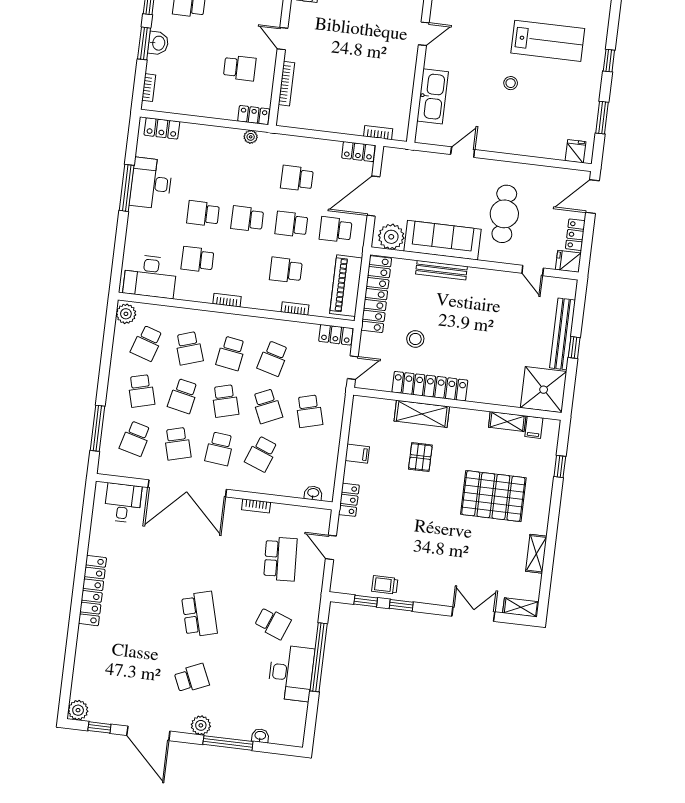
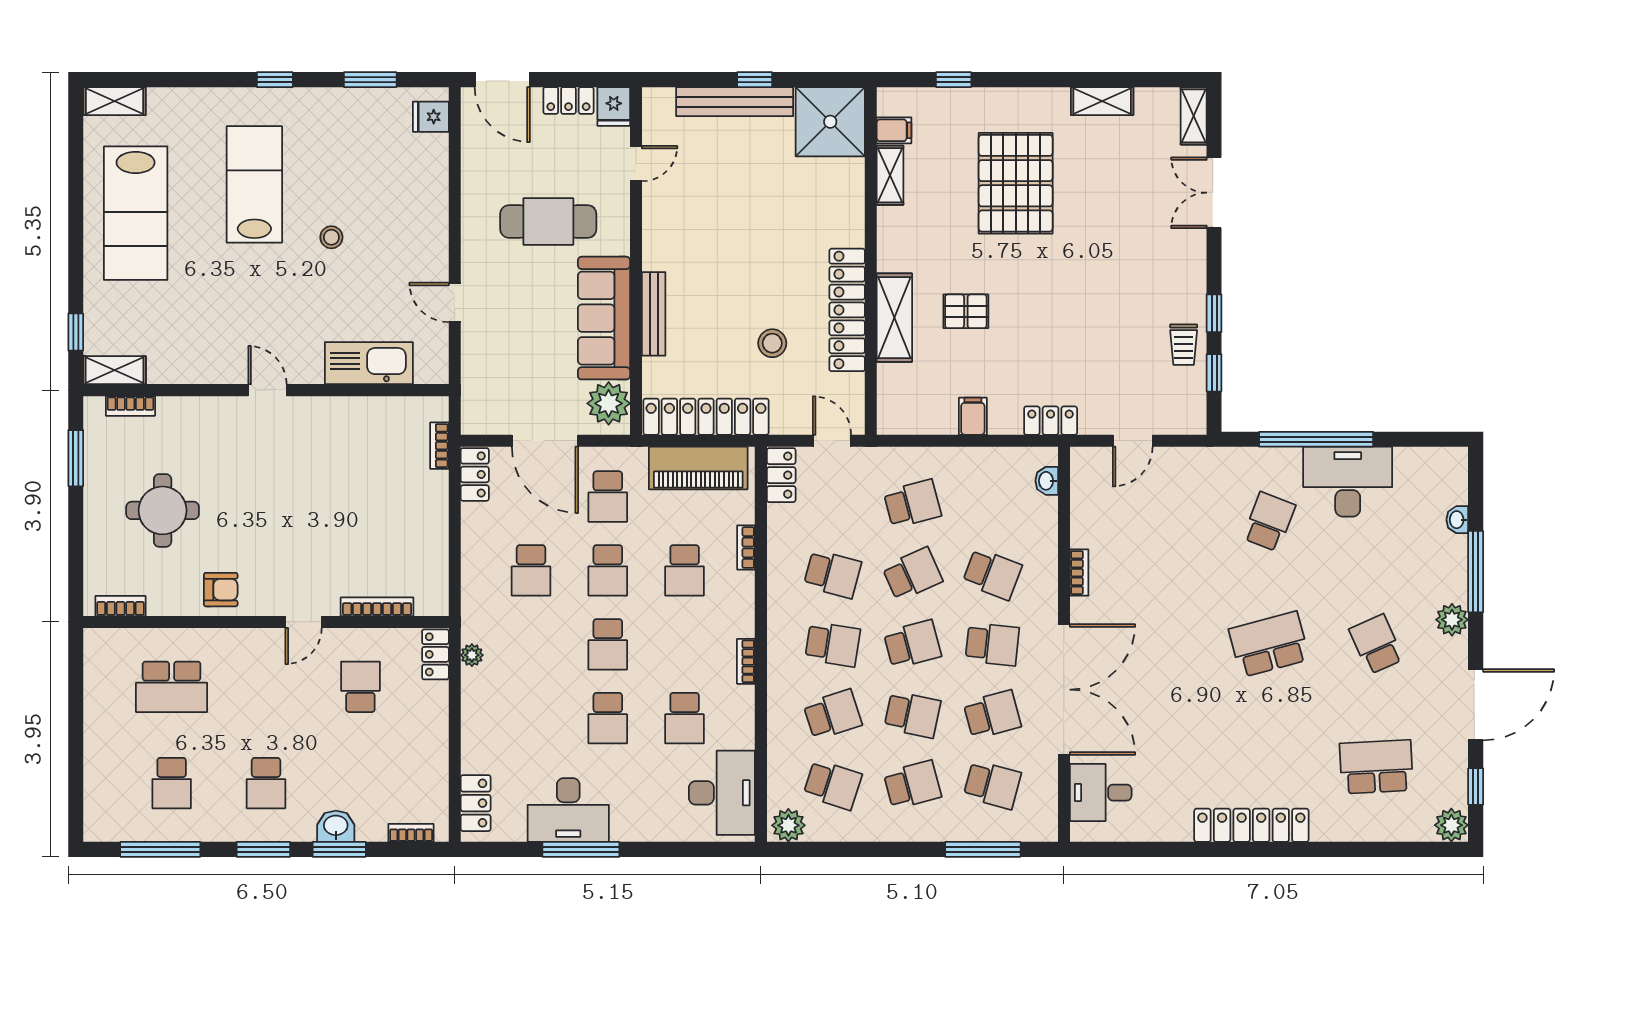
school desk: (280, 559) -> (1376, 767), moved

